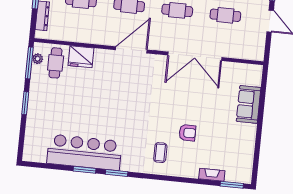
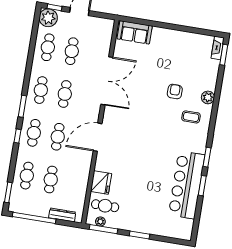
door: (131, 50) -> (98, 137), hinge flipped
sofa: (249, 104) -> (135, 32), moved
plant: (183, 170) -> (208, 97), added
fireplace: (212, 175) -> (218, 48), moved

